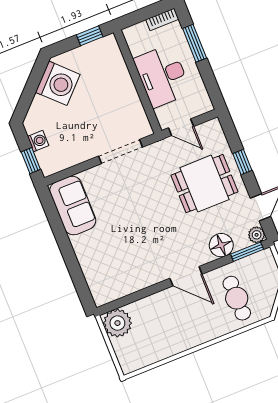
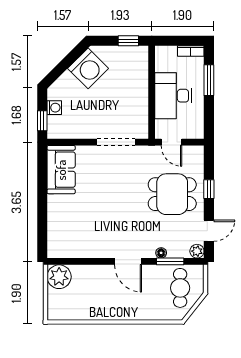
floor lamp: (221, 245) -> (161, 253), width x0.53, depth x0.53
window: (247, 252) -> (170, 261), moved
cafe table: (237, 298) -> (180, 288), moved

